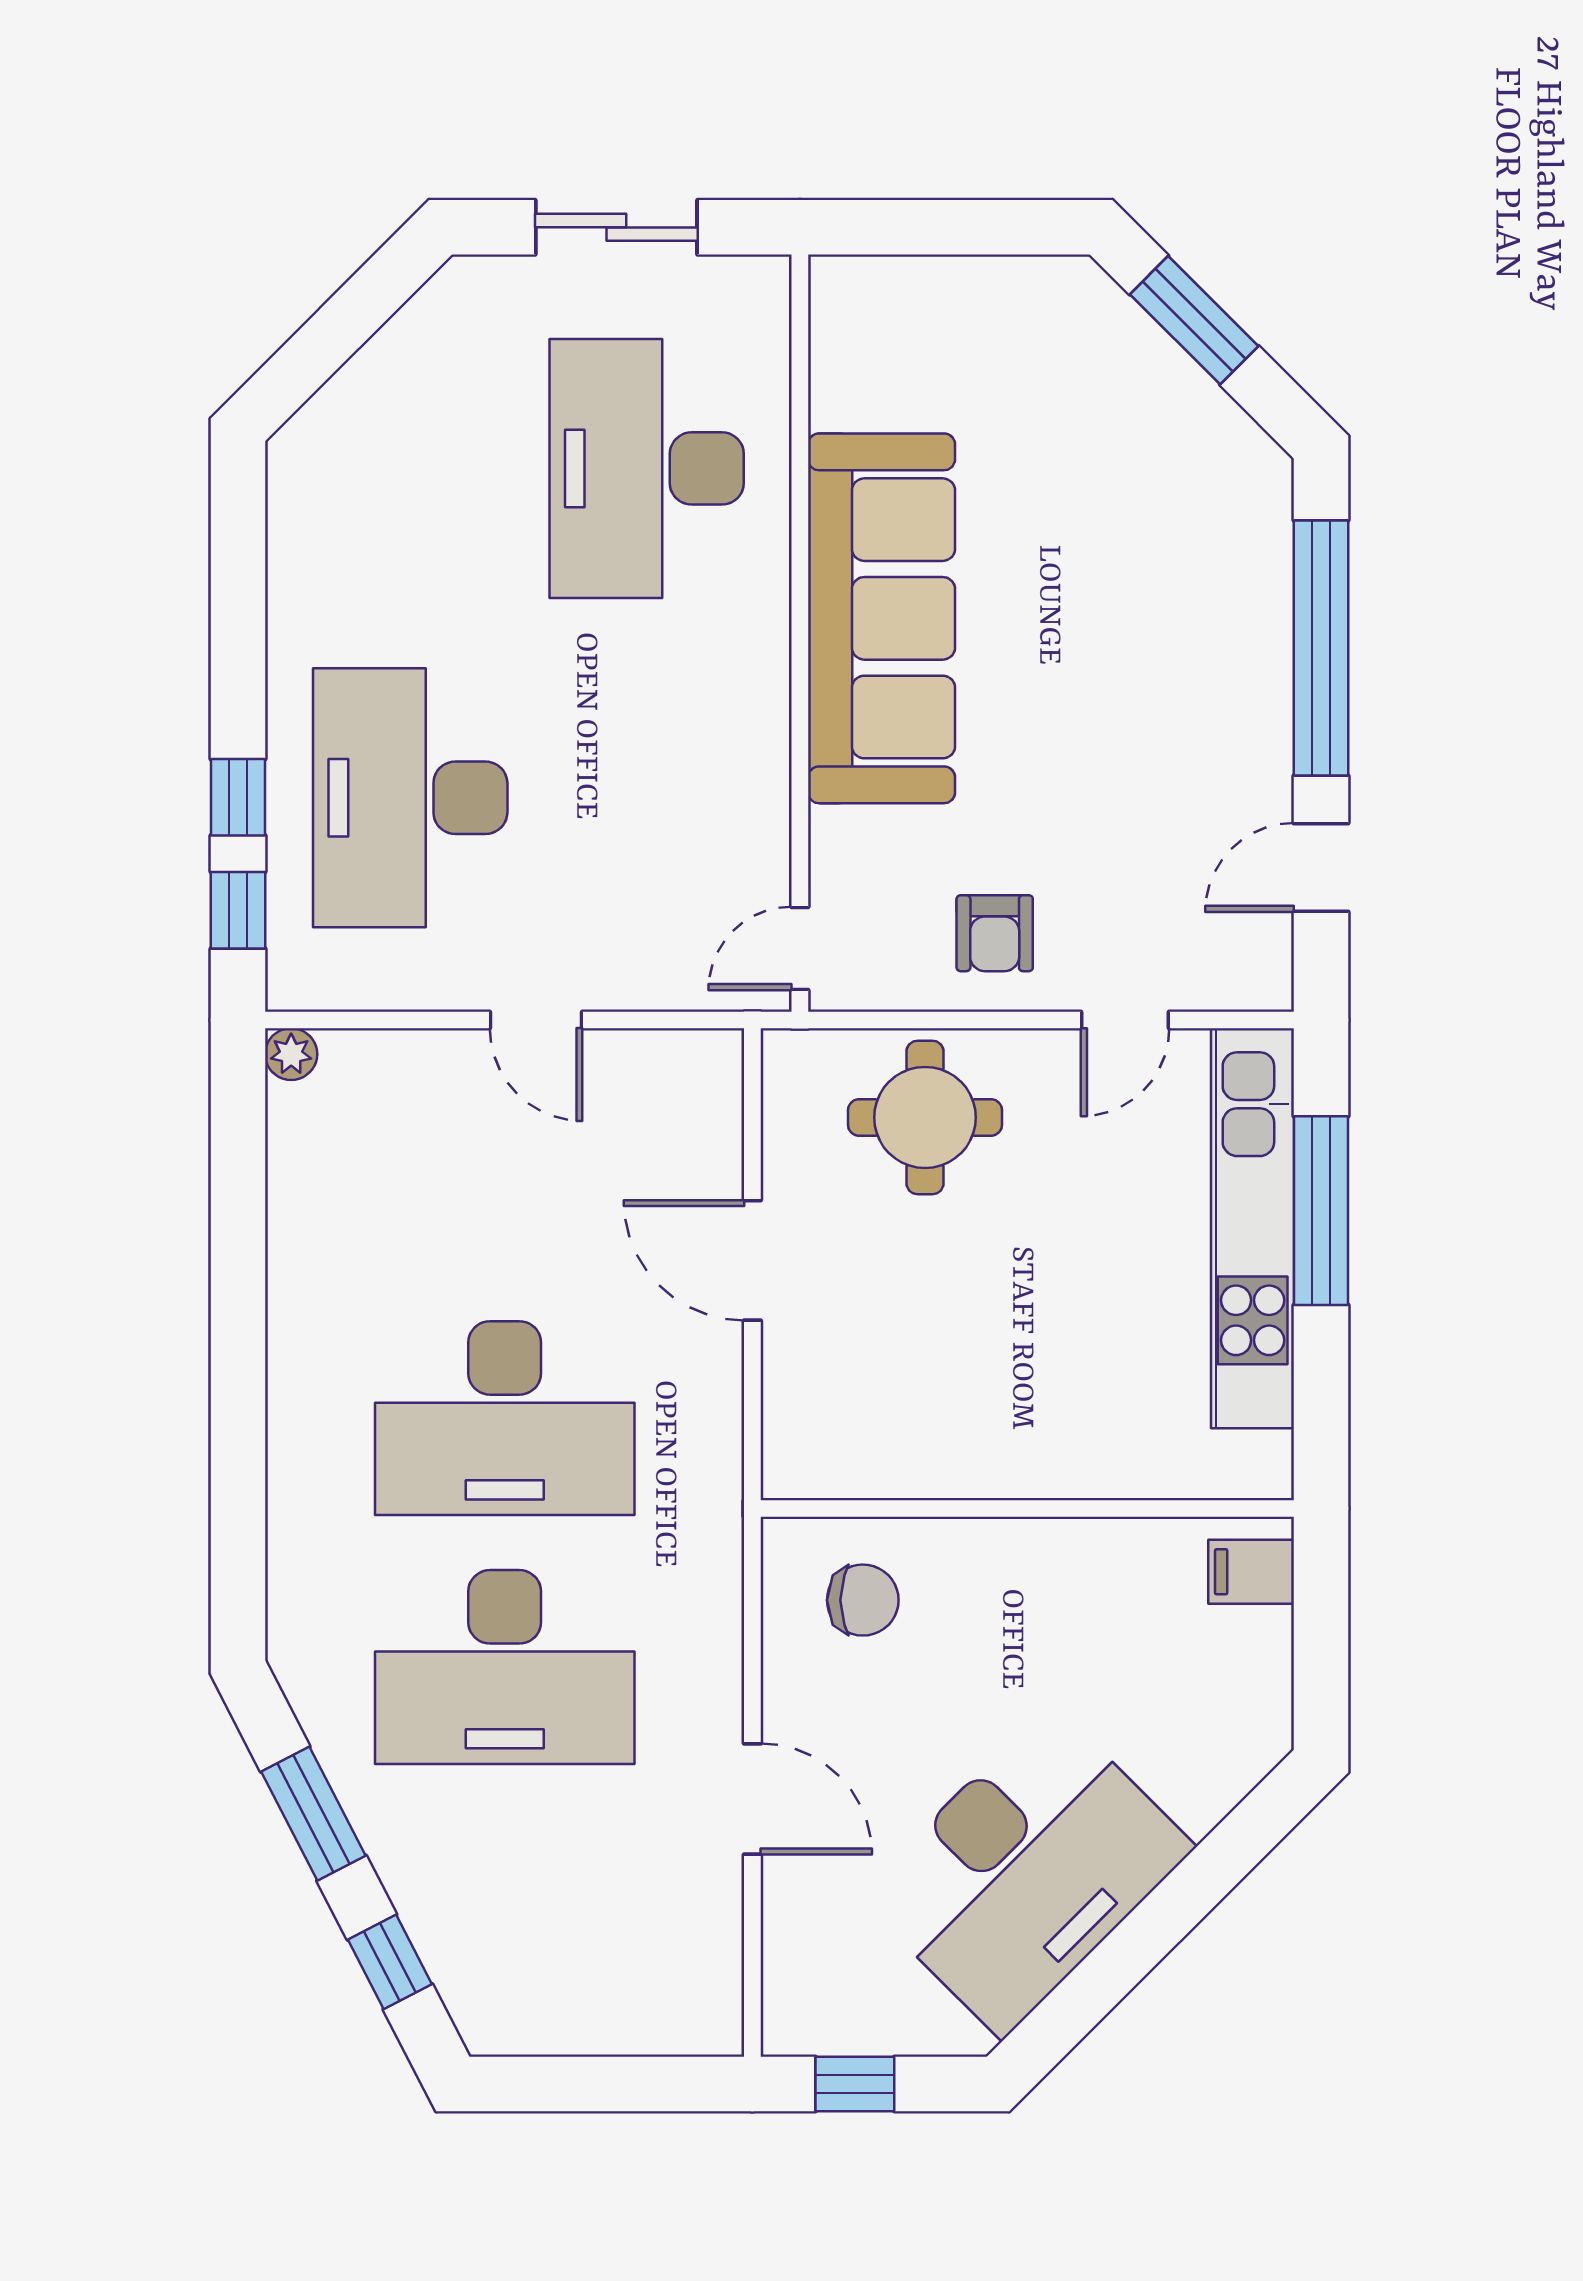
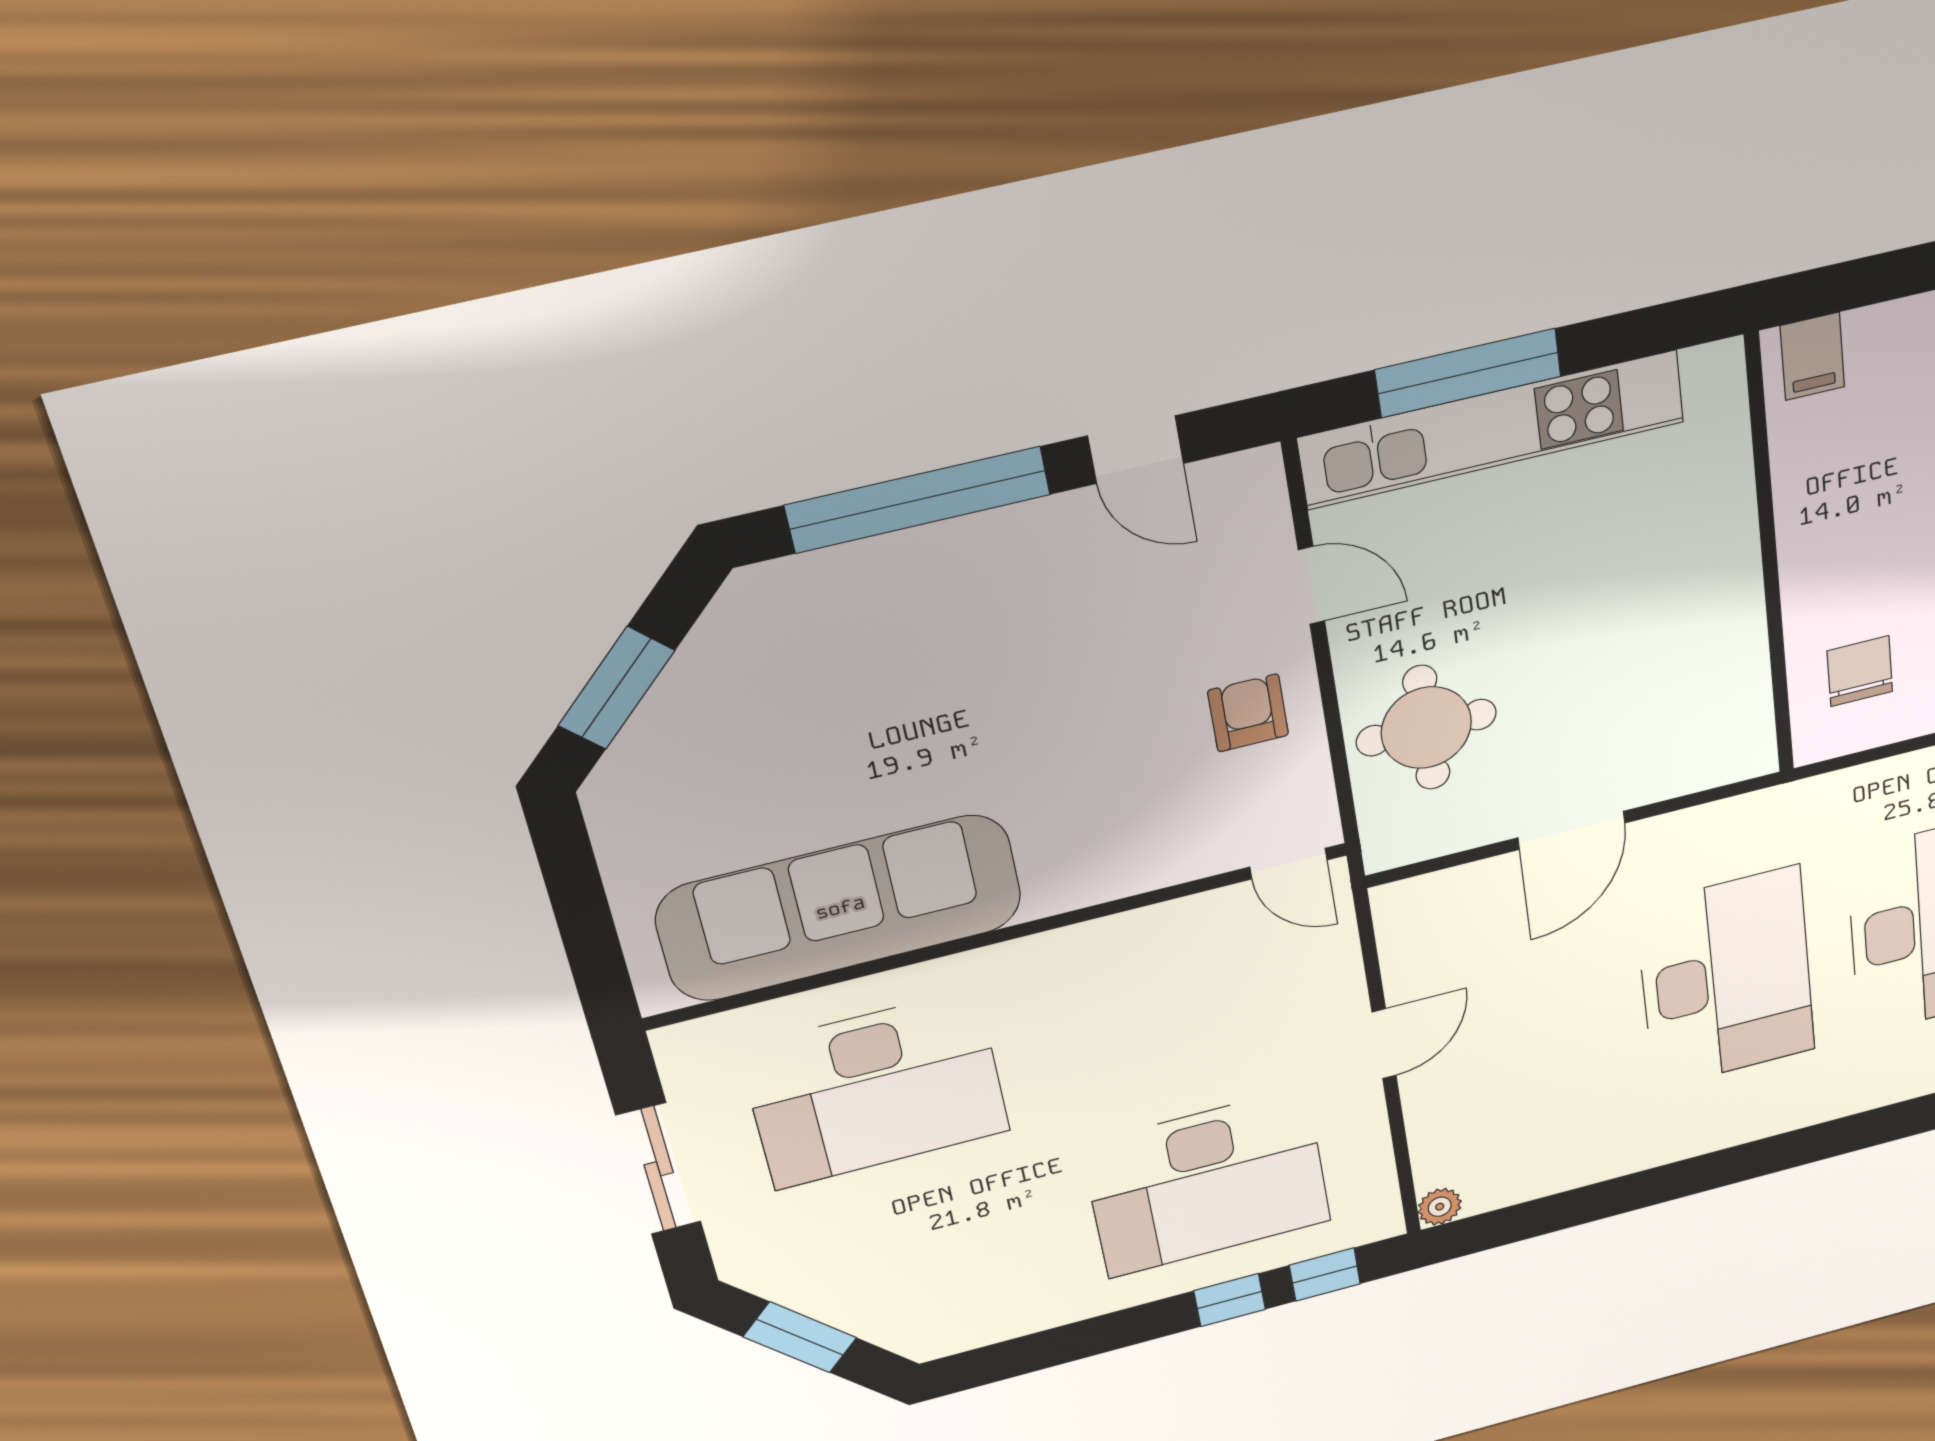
window: (346, 322) -> (800, 1337), added
sofa: (881, 618) -> (840, 908), moved
armchair: (995, 933) -> (1248, 713), turned -90

